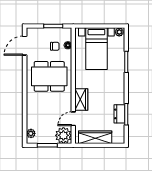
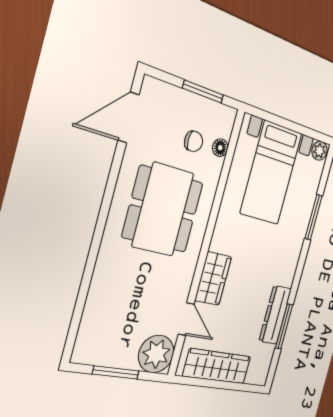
dining table: (49, 76) -> (163, 210), turned 90
dresser: (119, 114) -> (275, 315), width x1.44
door: (73, 119) -> (186, 319), swing flipped
plant: (31, 133) -> (86, 339), removed

